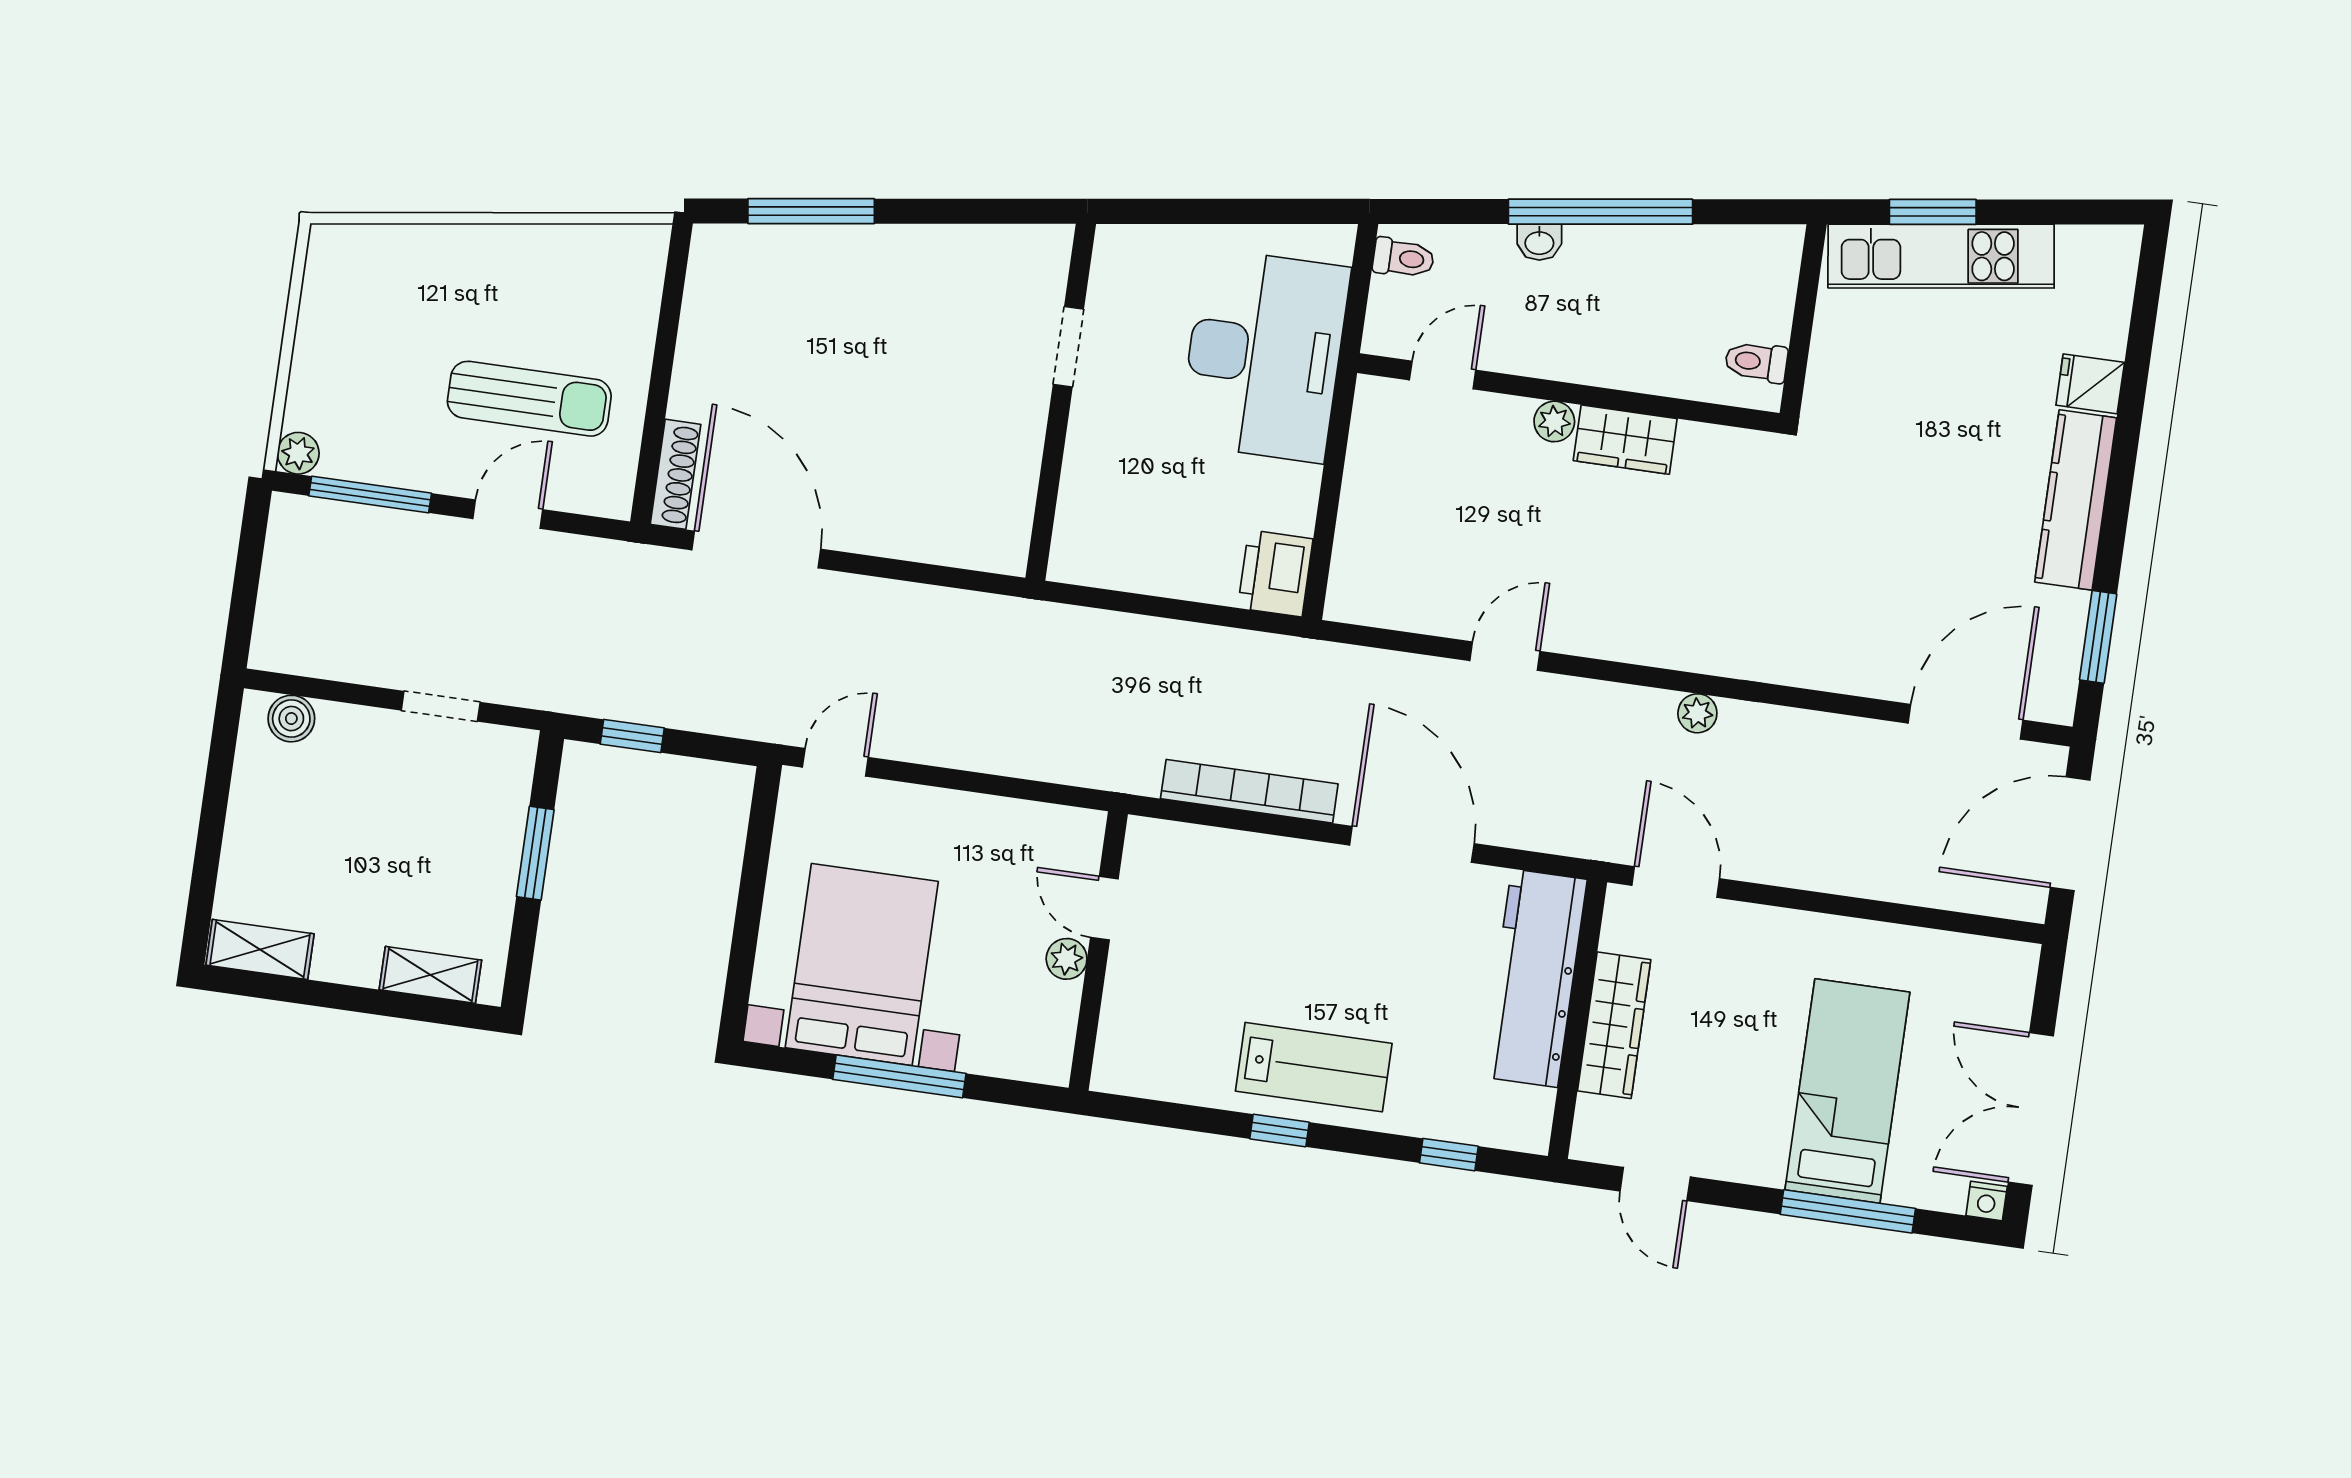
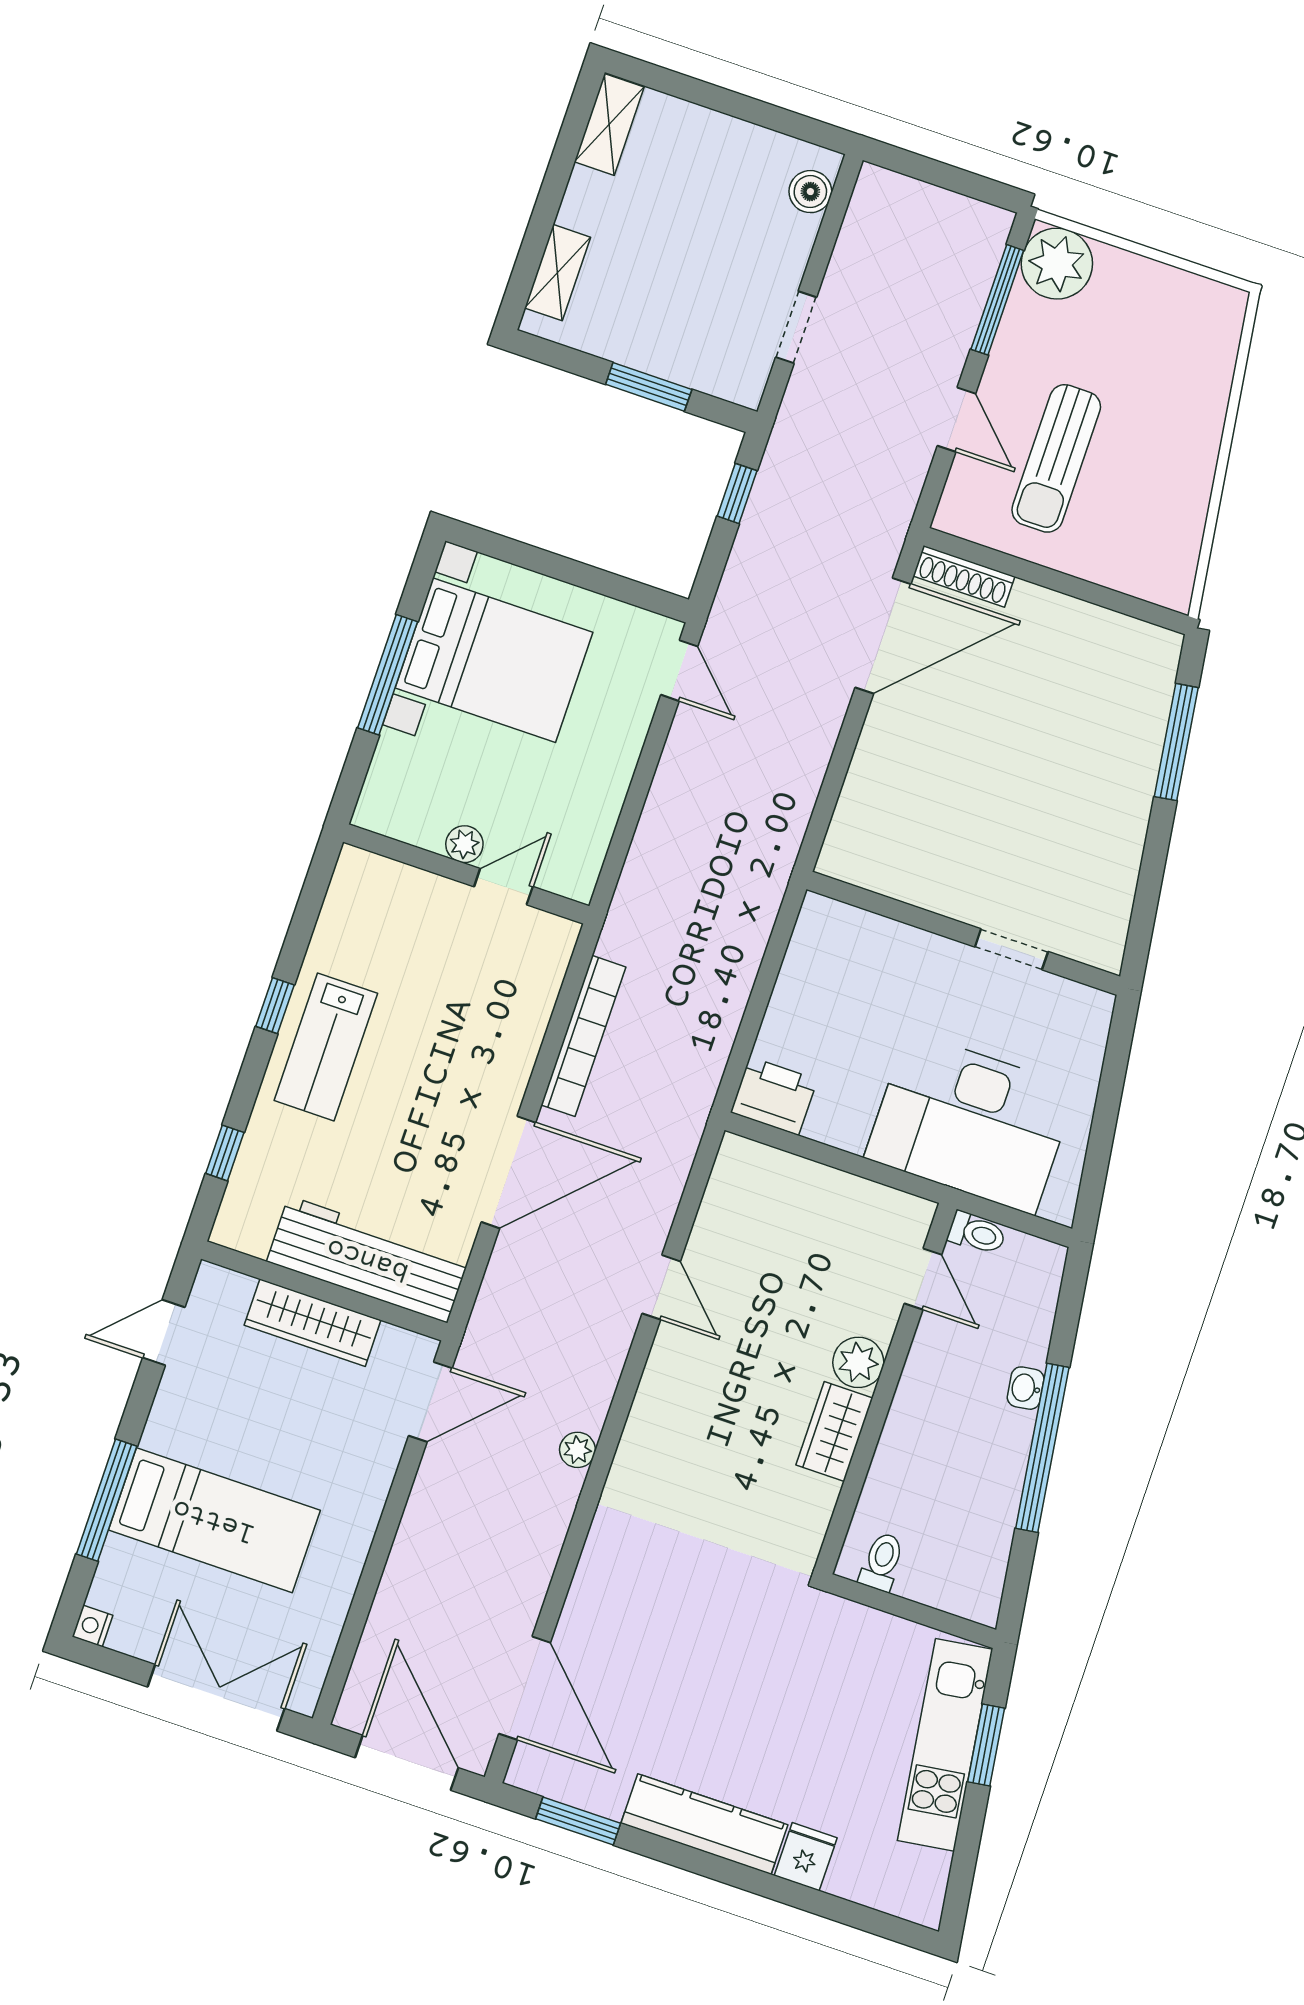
toilet: (1403, 258) -> (977, 1233), moved, turned -90
plant: (1554, 421) -> (858, 1362), width x1.38, depth x1.38
plant: (298, 453) -> (1057, 264), width x1.88, depth x1.88
double door: (2031, 1109) -> (216, 1698), moved

